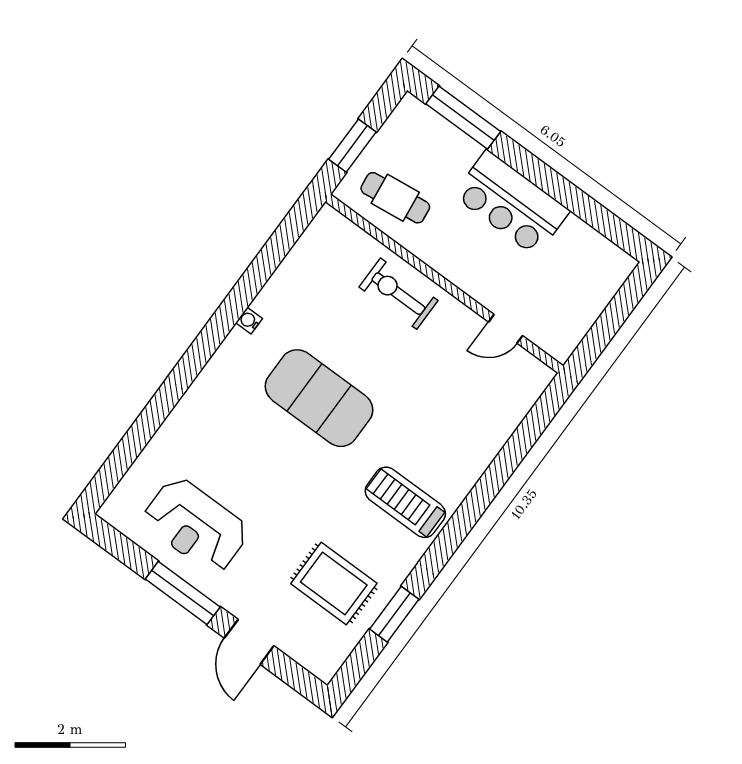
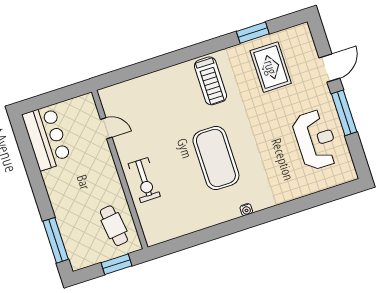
bar counter: (511, 203) -> (47, 138), moved
water cooler: (249, 321) -> (246, 210), moved

